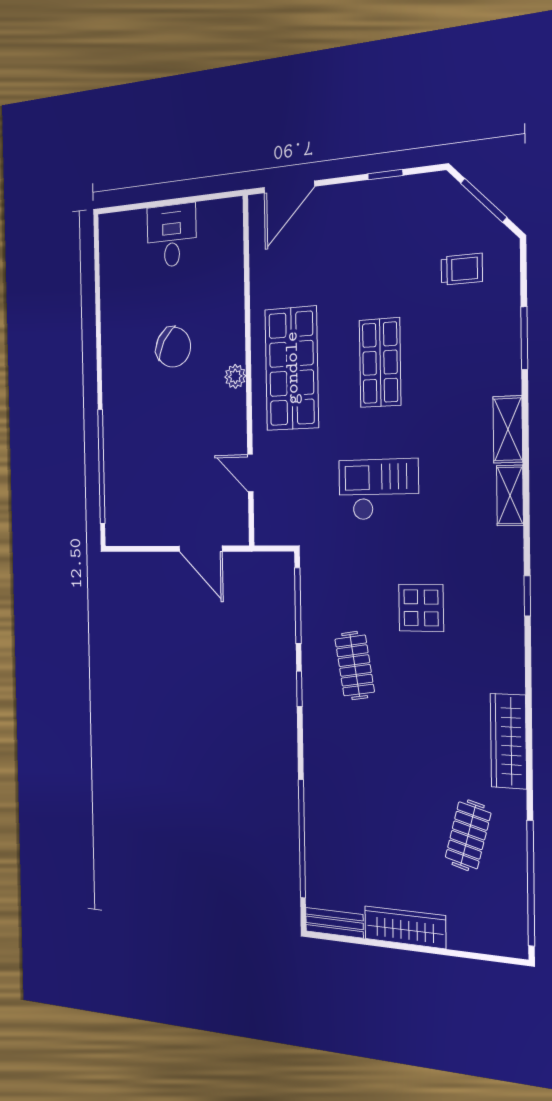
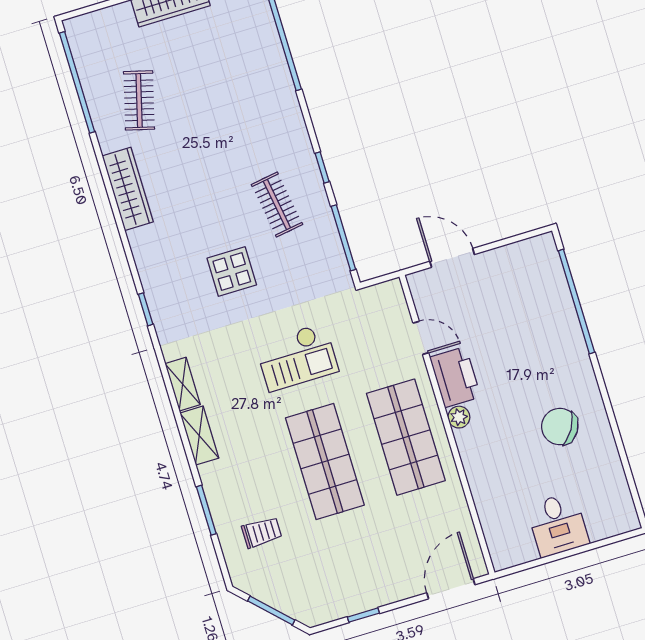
trolley: (462, 269) -> (262, 532), moved, turned 180
chair: (173, 347) -> (560, 427), moved
shop shelf: (380, 363) -> (325, 462), width x1.43, depth x1.36
printer: (228, 421) -> (455, 377), added

